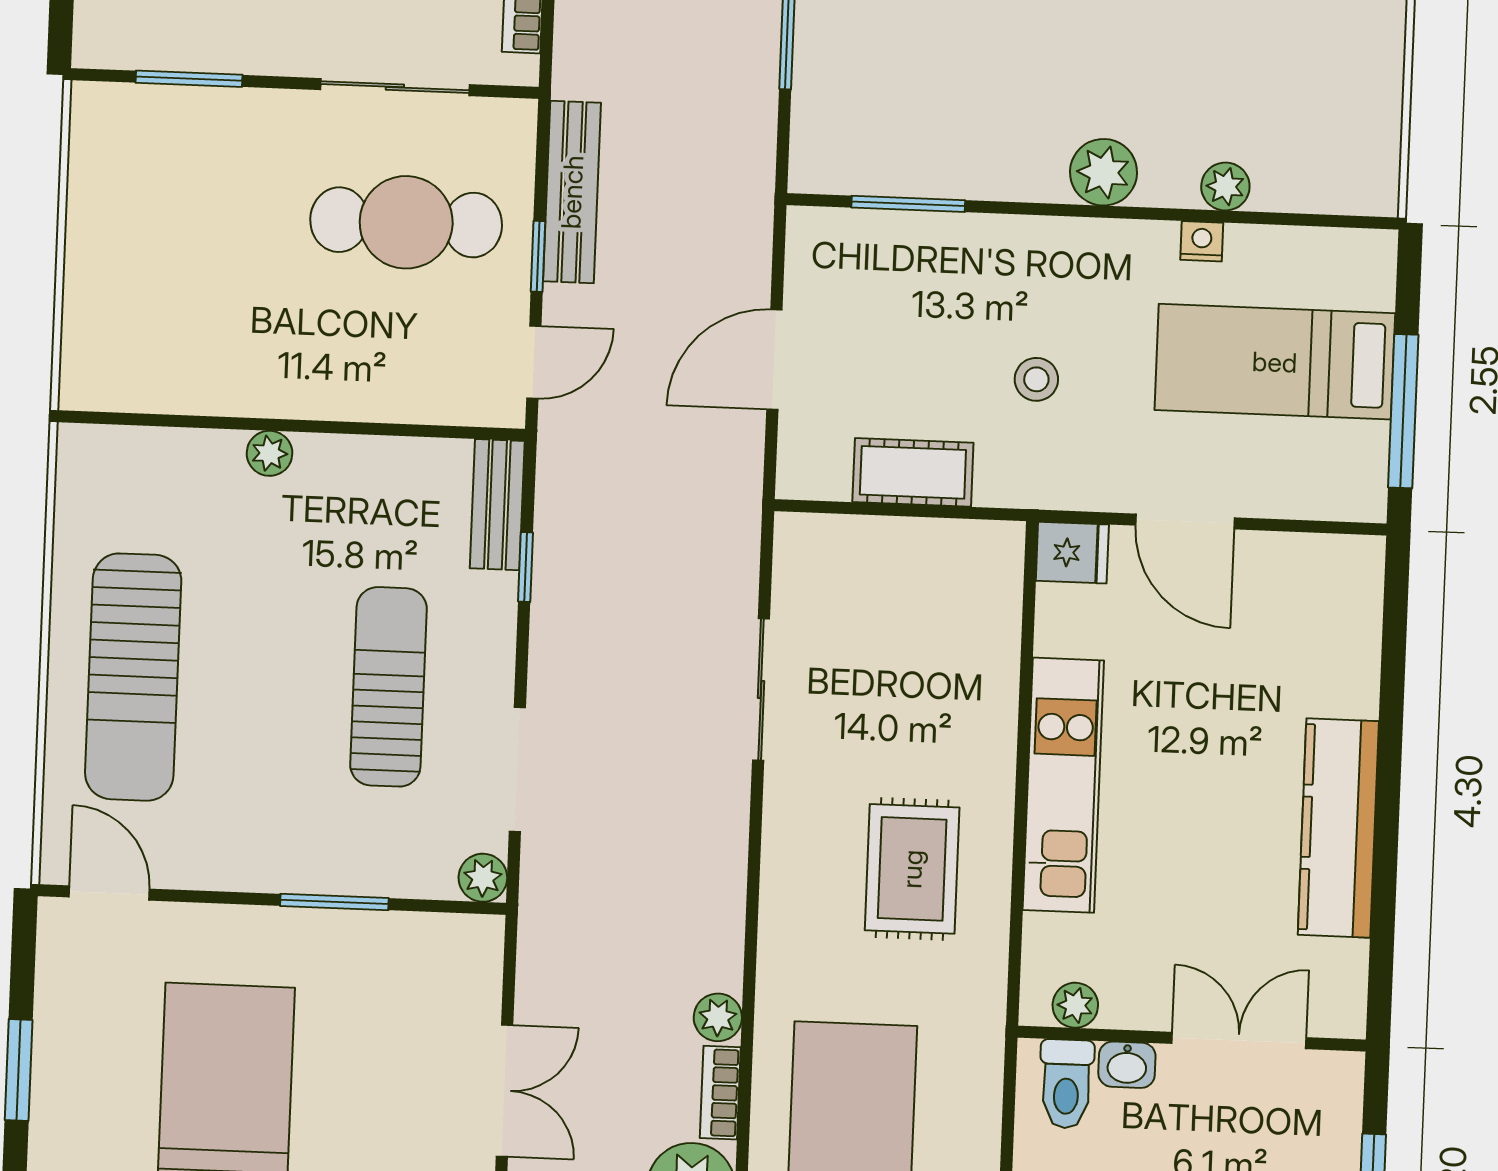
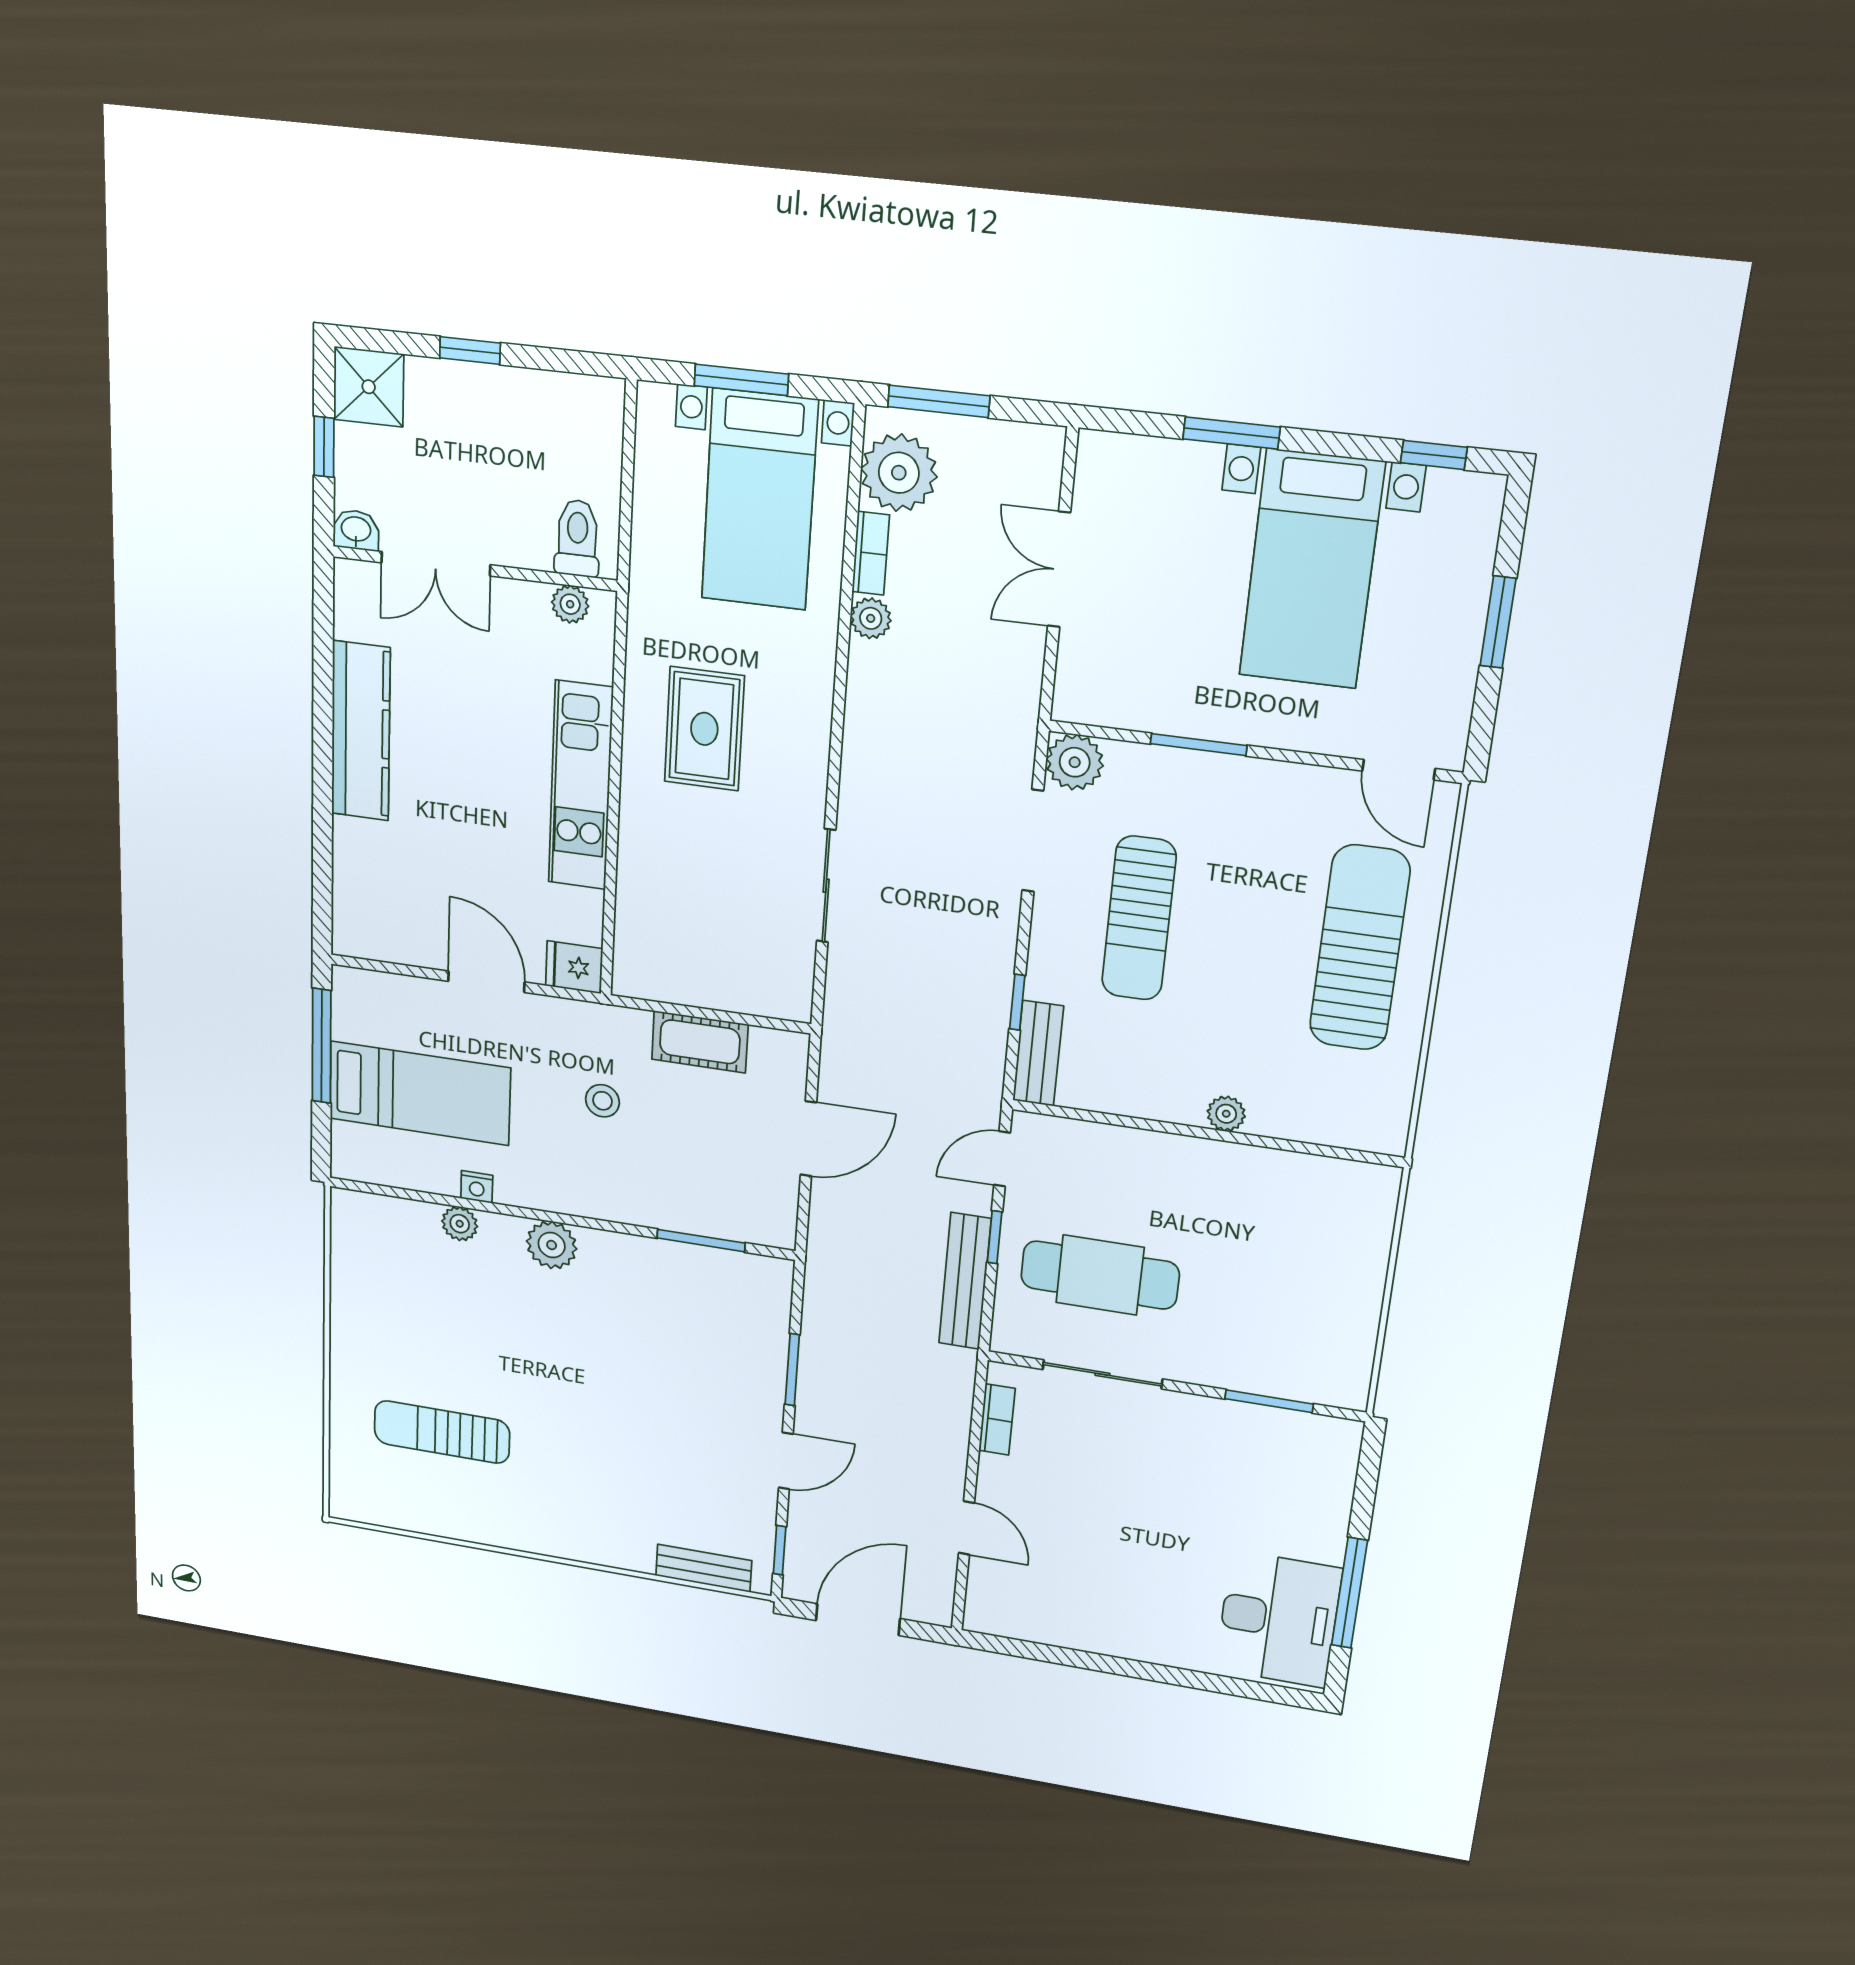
plant: (483, 878) -> (1075, 762), width x1.38, depth x1.38
washbasin: (1127, 1065) -> (356, 530), moved

